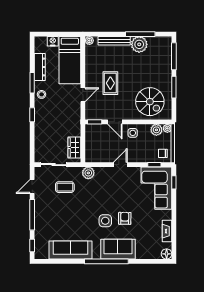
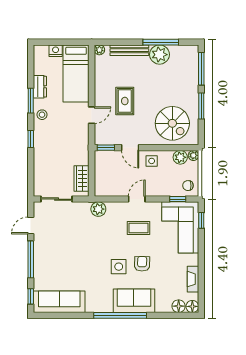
dresser: (40, 67) -> (40, 87), width x0.70
coffee table: (65, 187) -> (138, 228), moved
sofa: (70, 250) -> (59, 302), moved
floor lamp: (155, 254) -> (179, 306), added

